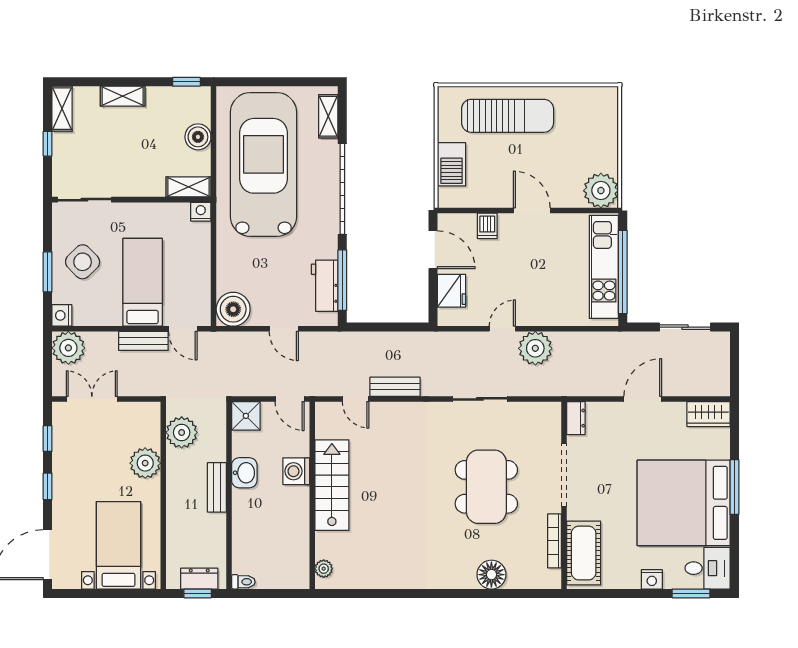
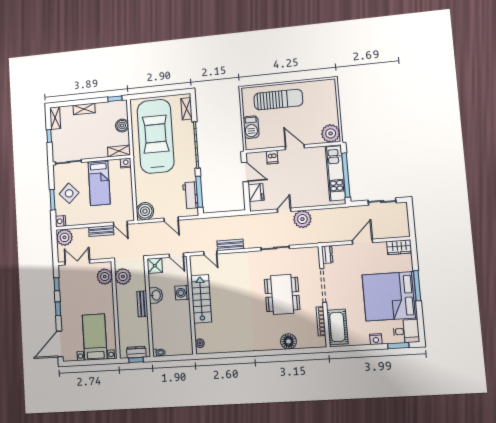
bed: (143, 282) -> (99, 183), moved, turned 180
plant: (145, 463) -> (105, 277), moved

